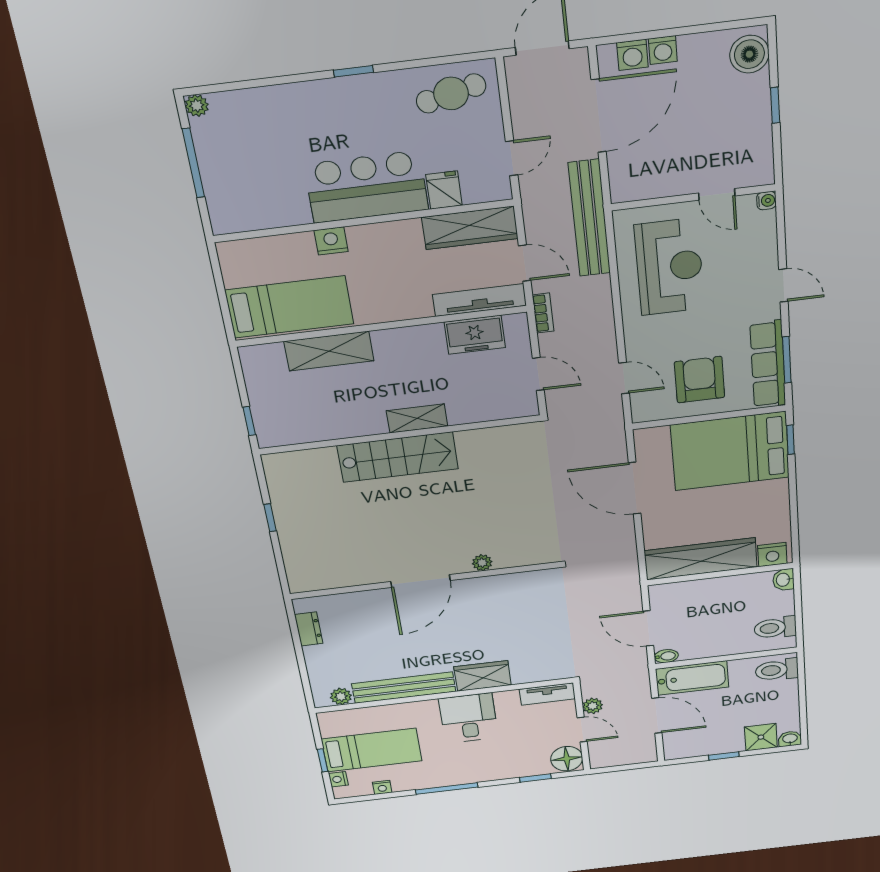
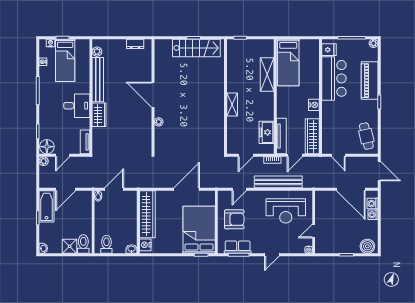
piano: (299, 103) -> (370, 81), added
bar counter: (366, 187) -> (334, 78), moved
fridge: (444, 190) -> (329, 50), moved
bench: (589, 218) -> (278, 182), moved
nightstand: (331, 241) -> (314, 105), moved
row of seats: (768, 364) -> (238, 247), width x0.68
stairs: (398, 457) -> (196, 48), moved, turned -90
bathtub: (692, 678) -> (47, 206), moved, turned 180
plant: (593, 706) -> (44, 161), moved
shower: (761, 737) -> (70, 246), moved

